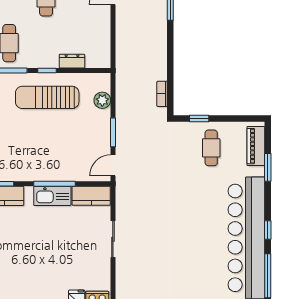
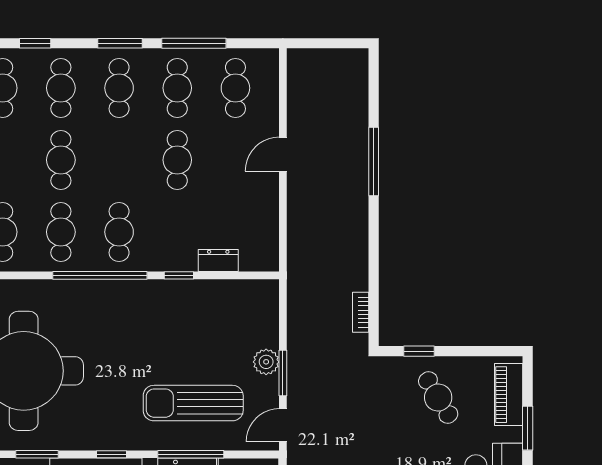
sun lounger: (47, 97) -> (193, 403), moved
plant: (102, 100) -> (266, 362), moved
cafe table: (211, 148) -> (438, 397), turned -31

